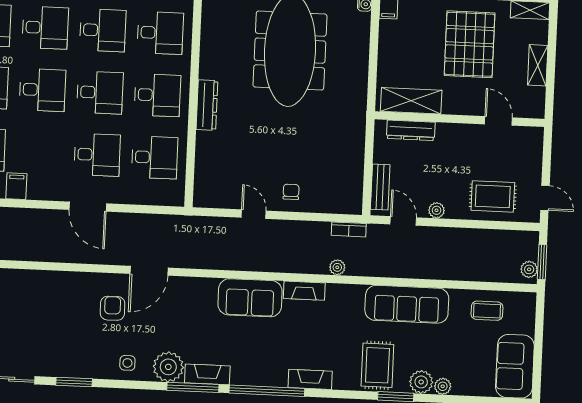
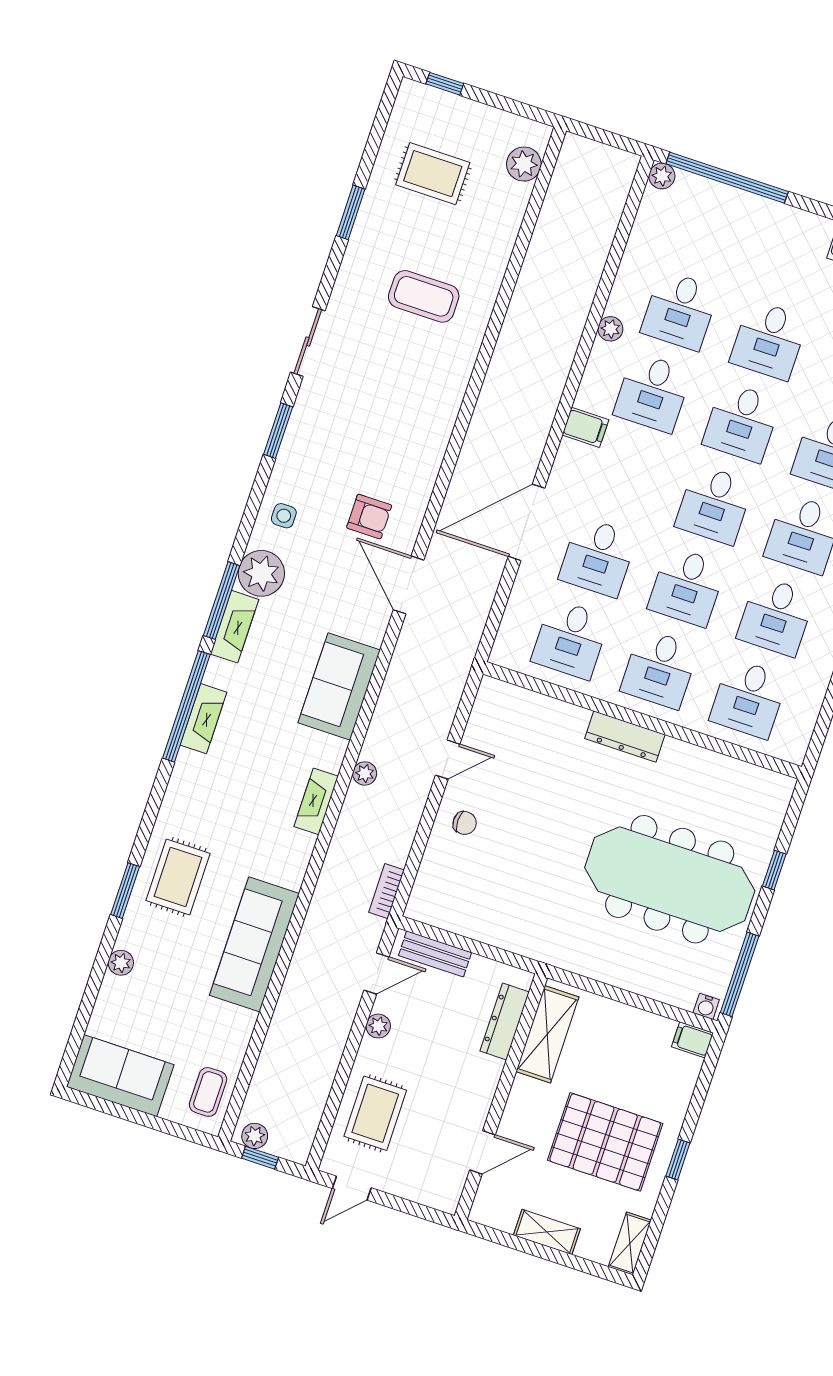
door: (88, 207) -> (527, 522), width x1.36
window: (542, 262) -> (260, 1158), width x0.67
plant: (337, 267) -> (365, 773), moved
sofa: (250, 298) -> (339, 686), moved
coffee table: (487, 311) -> (208, 1092), moved
rug: (377, 365) -> (178, 877), turned 90
fireplace: (310, 379) -> (203, 719), moved
plant: (421, 382) -> (136, 933), removed

